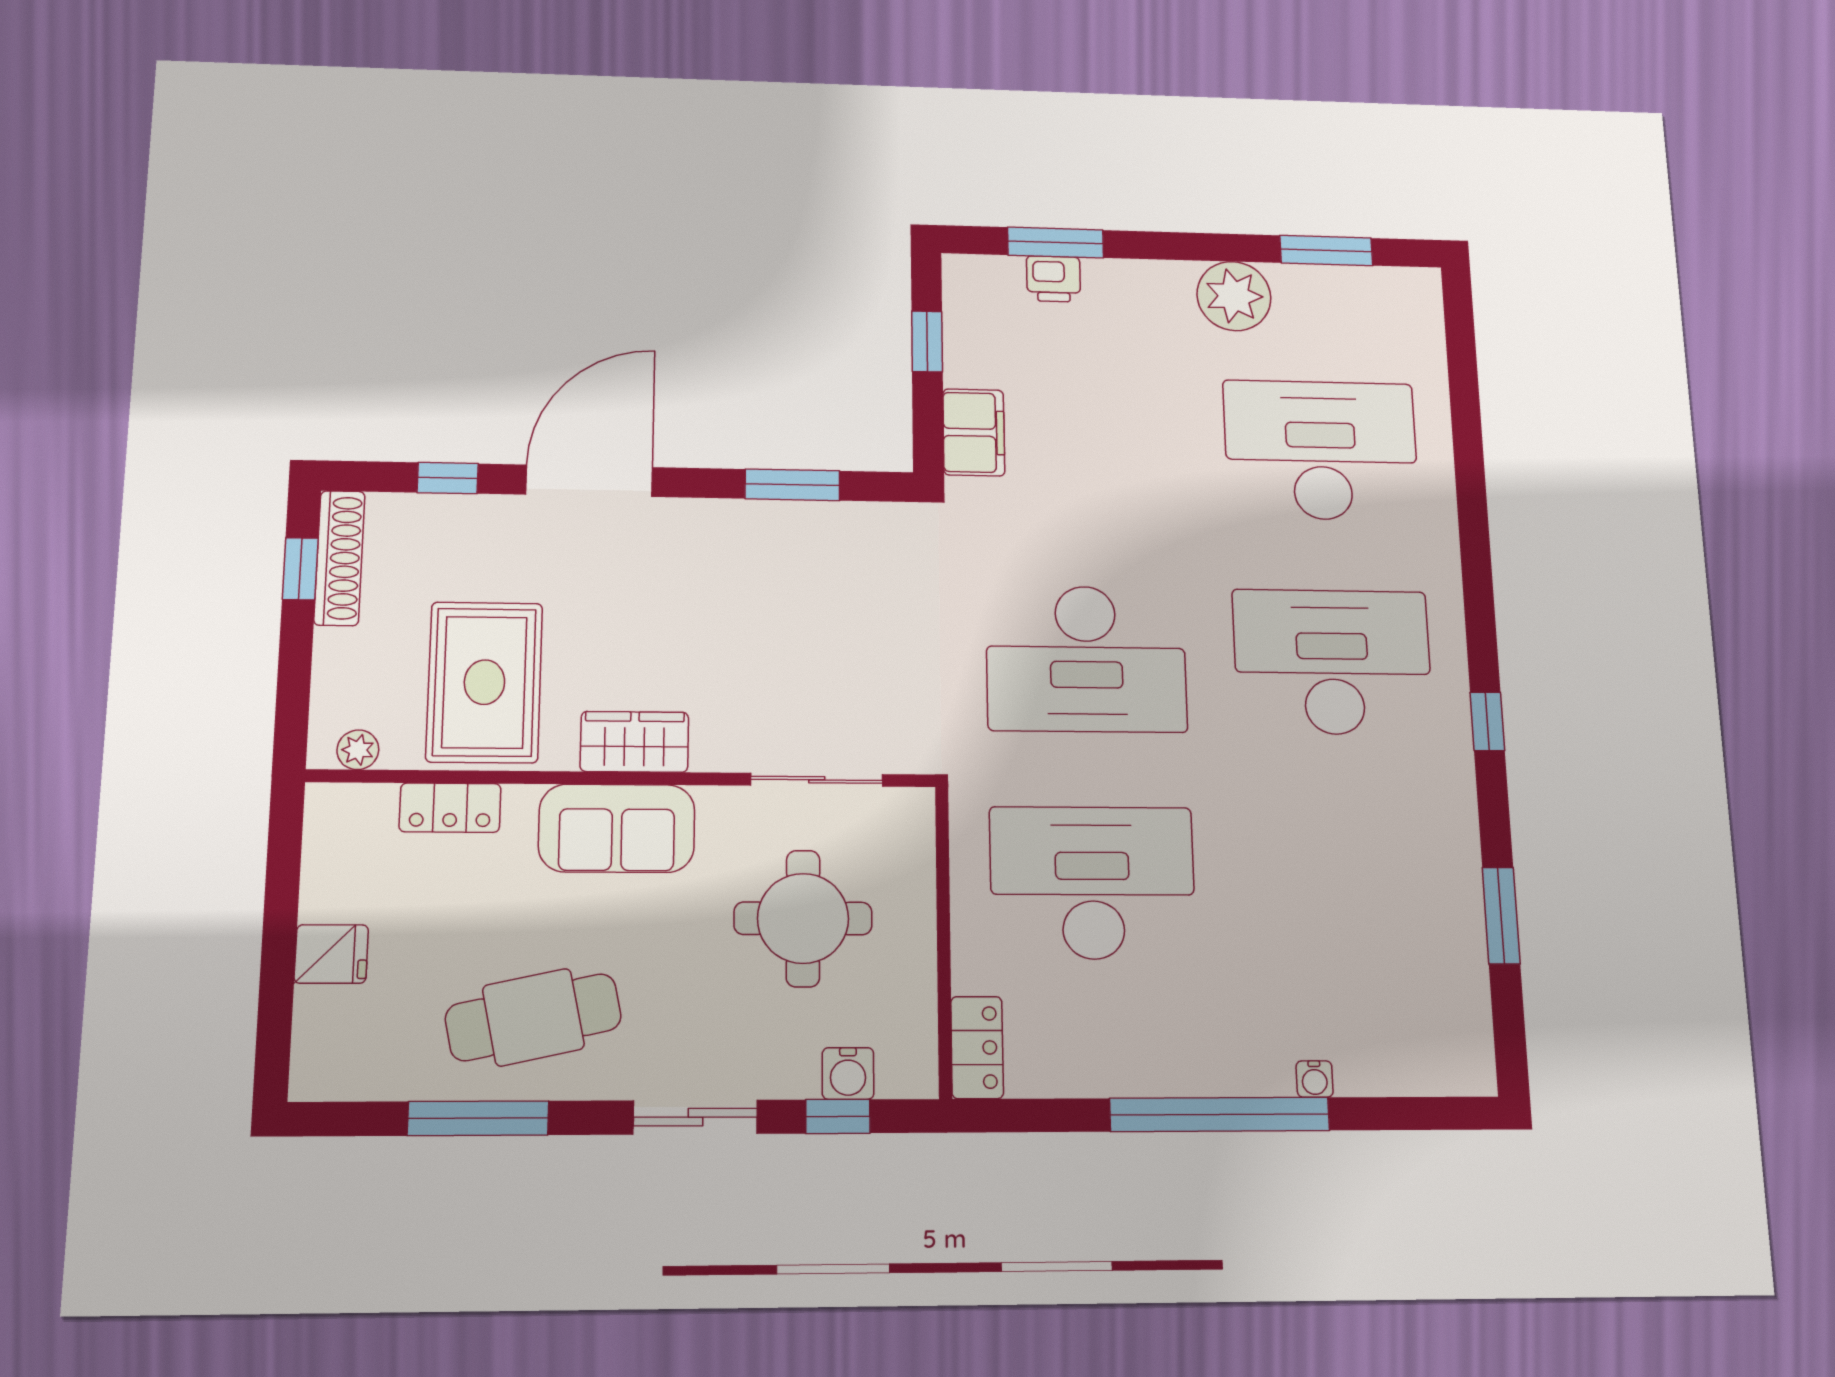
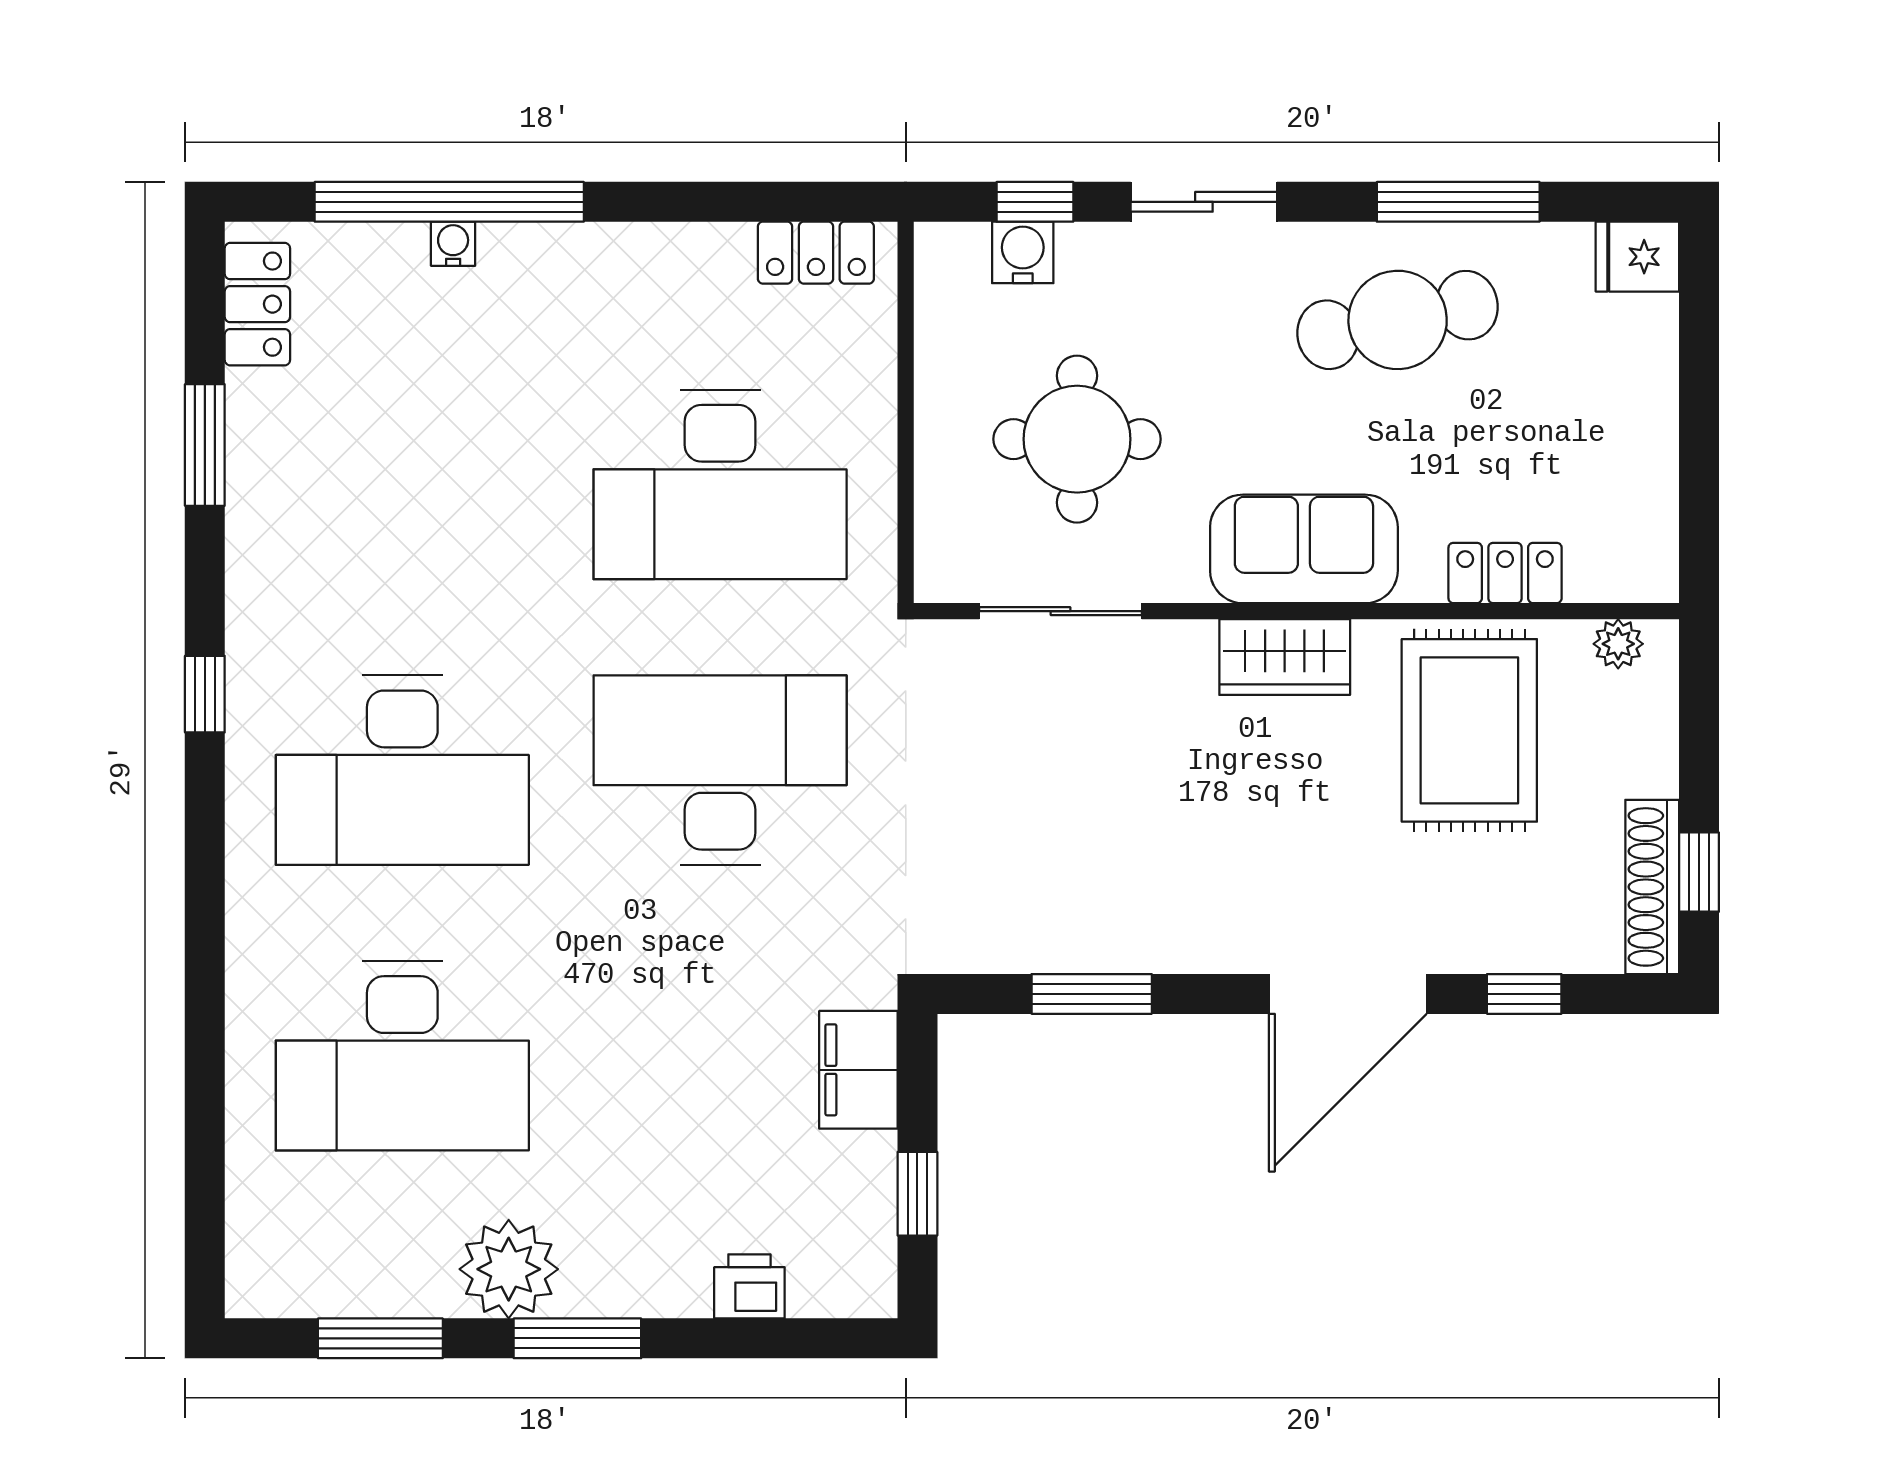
window: (1056, 243) -> (577, 1338), moved
fridge: (331, 954) -> (1637, 257), moved
locker: (1468, 1029) -> (257, 304), added
locker: (977, 1047) -> (816, 253), moved, turned -90
window: (1220, 1114) -> (449, 202), moved

